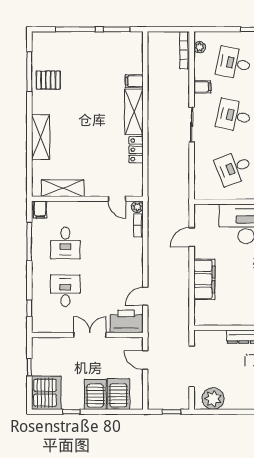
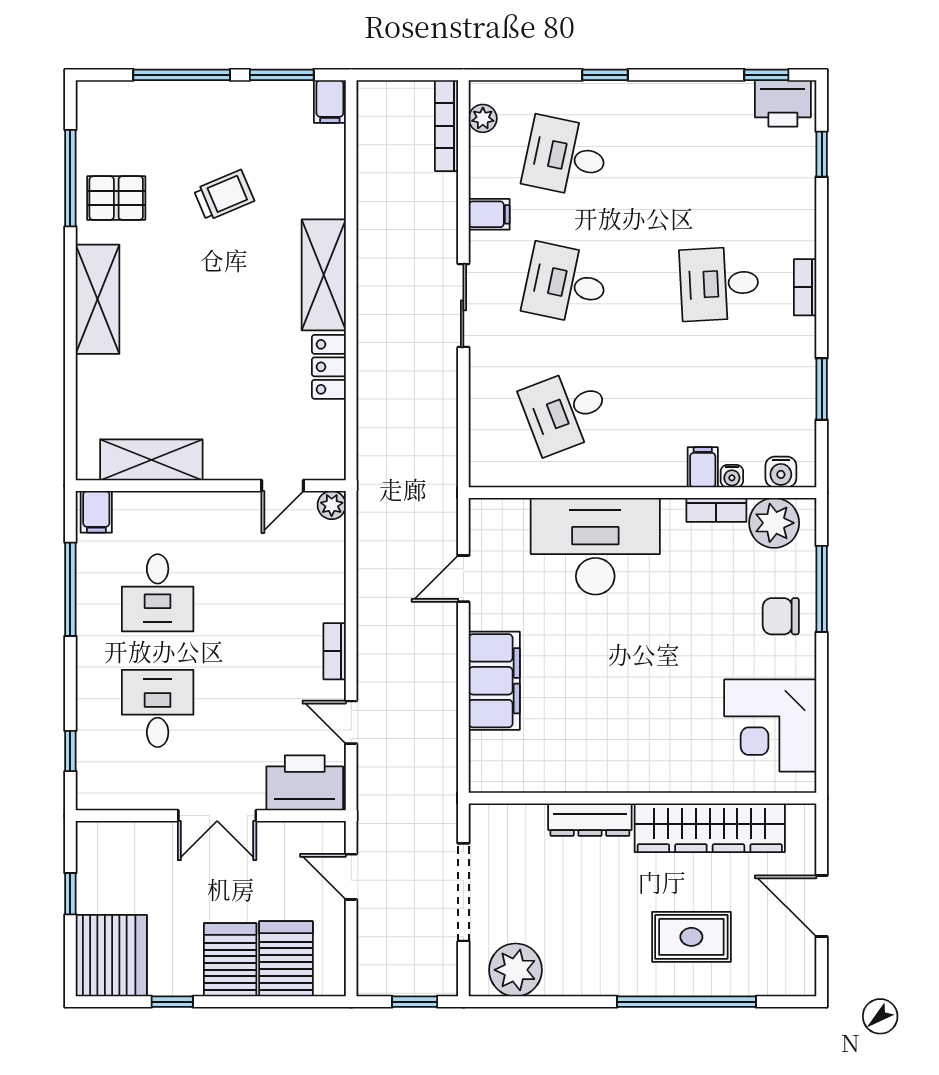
trolley: (93, 79) -> (224, 195), added
filing cabinet: (134, 81) -> (330, 102), moved, turned -90
shelving: (41, 137) -> (97, 299), moved
door: (117, 199) -> (282, 486), hinge flipped
bookcase: (138, 225) -> (335, 651), moved
door: (145, 296) -> (351, 722), hinge flipped
double door: (90, 335) -> (217, 816), swing flipped

